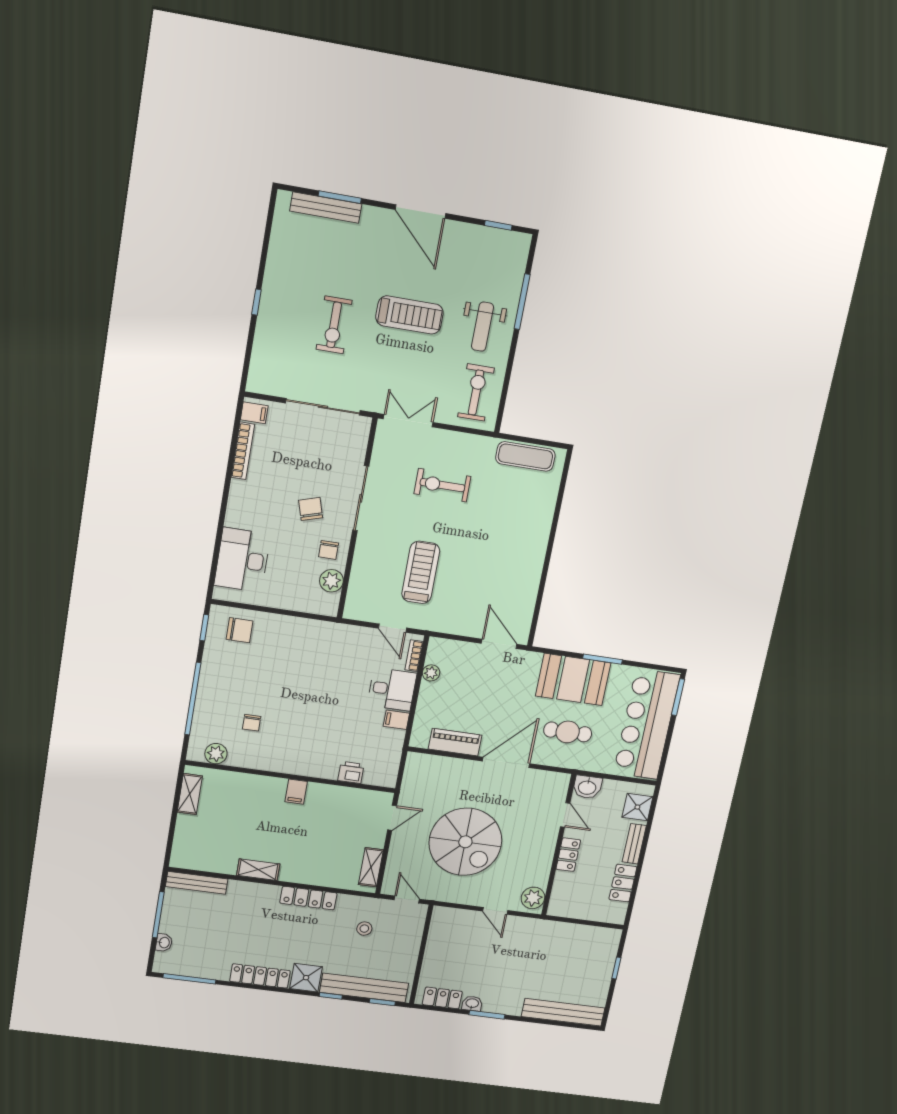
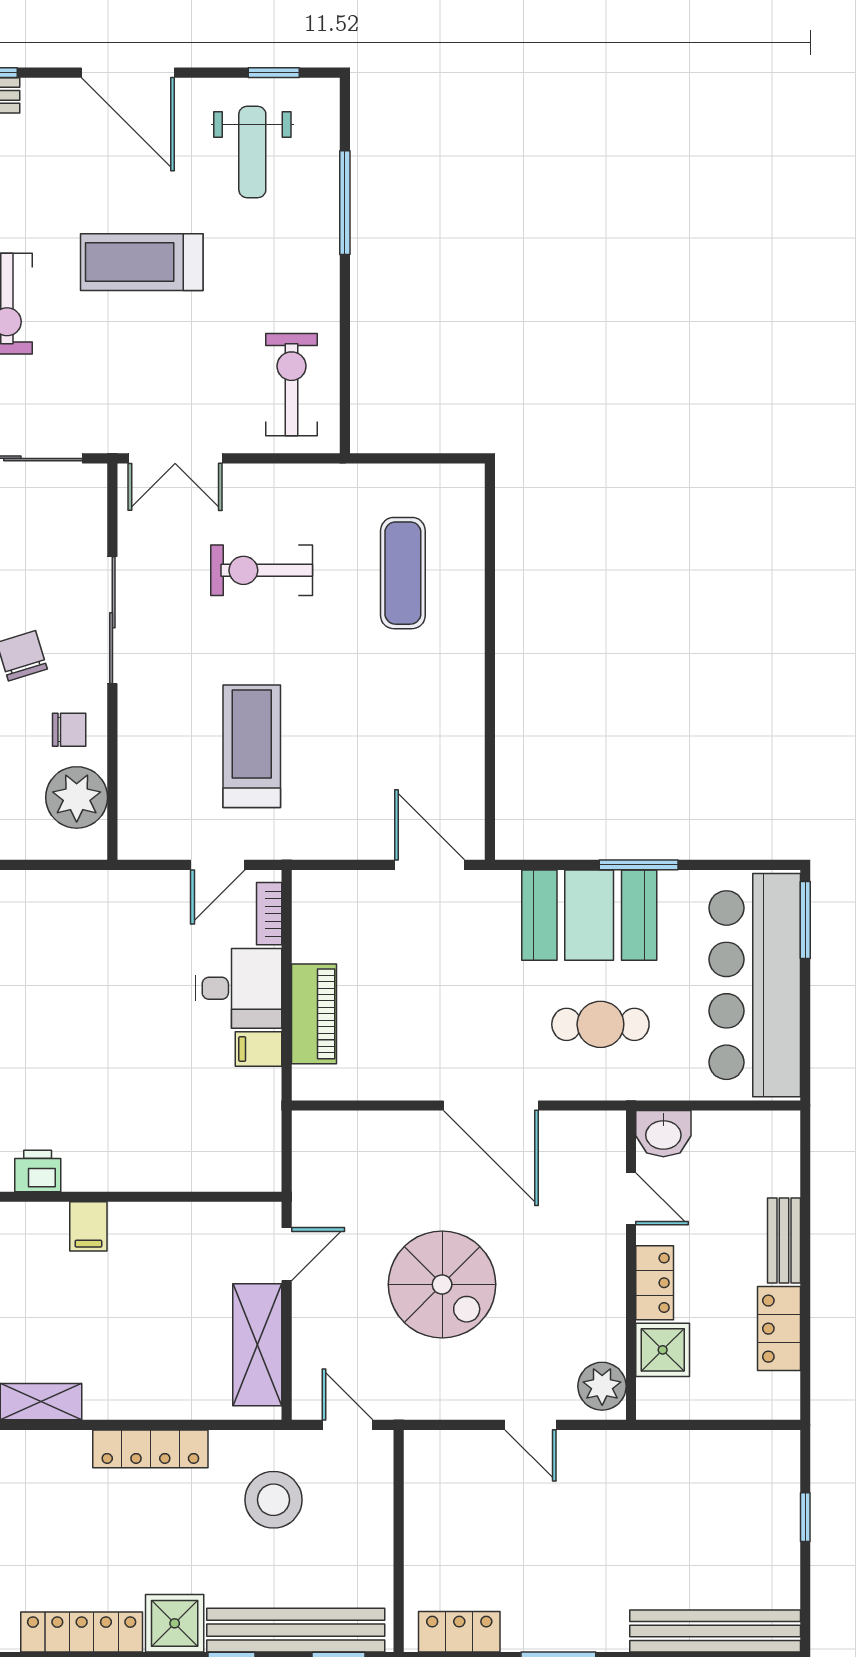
treadmill: (409, 315) -> (142, 262), turned 180
weight bench: (482, 327) -> (252, 152), moved
double door: (408, 421) -> (175, 458), swing flipped
exercise mat: (525, 456) -> (403, 573), moved, turned 90
chair: (329, 550) -> (69, 730), turned -90
plant: (331, 581) -> (77, 797), width x1.36, depth x1.36
door: (393, 628) -> (218, 865), hinge flipped
plant: (431, 673) -> (309, 944), removed
piano: (455, 742) -> (314, 1014), moved, turned 90
door: (506, 762) -> (491, 1105), swing flipped
printer: (351, 772) -> (38, 1171), moved
shower: (637, 807) -> (663, 1350), moved
spiral stairs: (465, 842) -> (442, 1284), width x0.73, depth x0.73
shelving: (371, 867) -> (257, 1345), width x1.50, depth x1.33
stool: (364, 929) -> (273, 1500), width x1.89, depth x1.89
washbasin: (472, 1004) -> (523, 1636), removed

